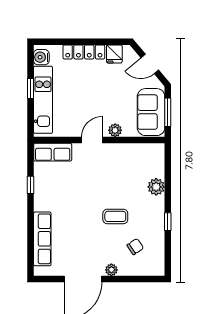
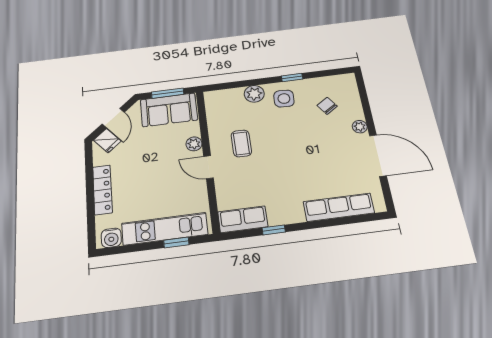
fridge: (114, 54) -> (107, 141), moved, turned 50
window: (30, 89) -> (176, 242), moved
row of seats: (53, 152) -> (243, 219), moved, turned -90
side table: (148, 211) -> (284, 99), added
coffee table: (115, 216) -> (241, 143), moved

